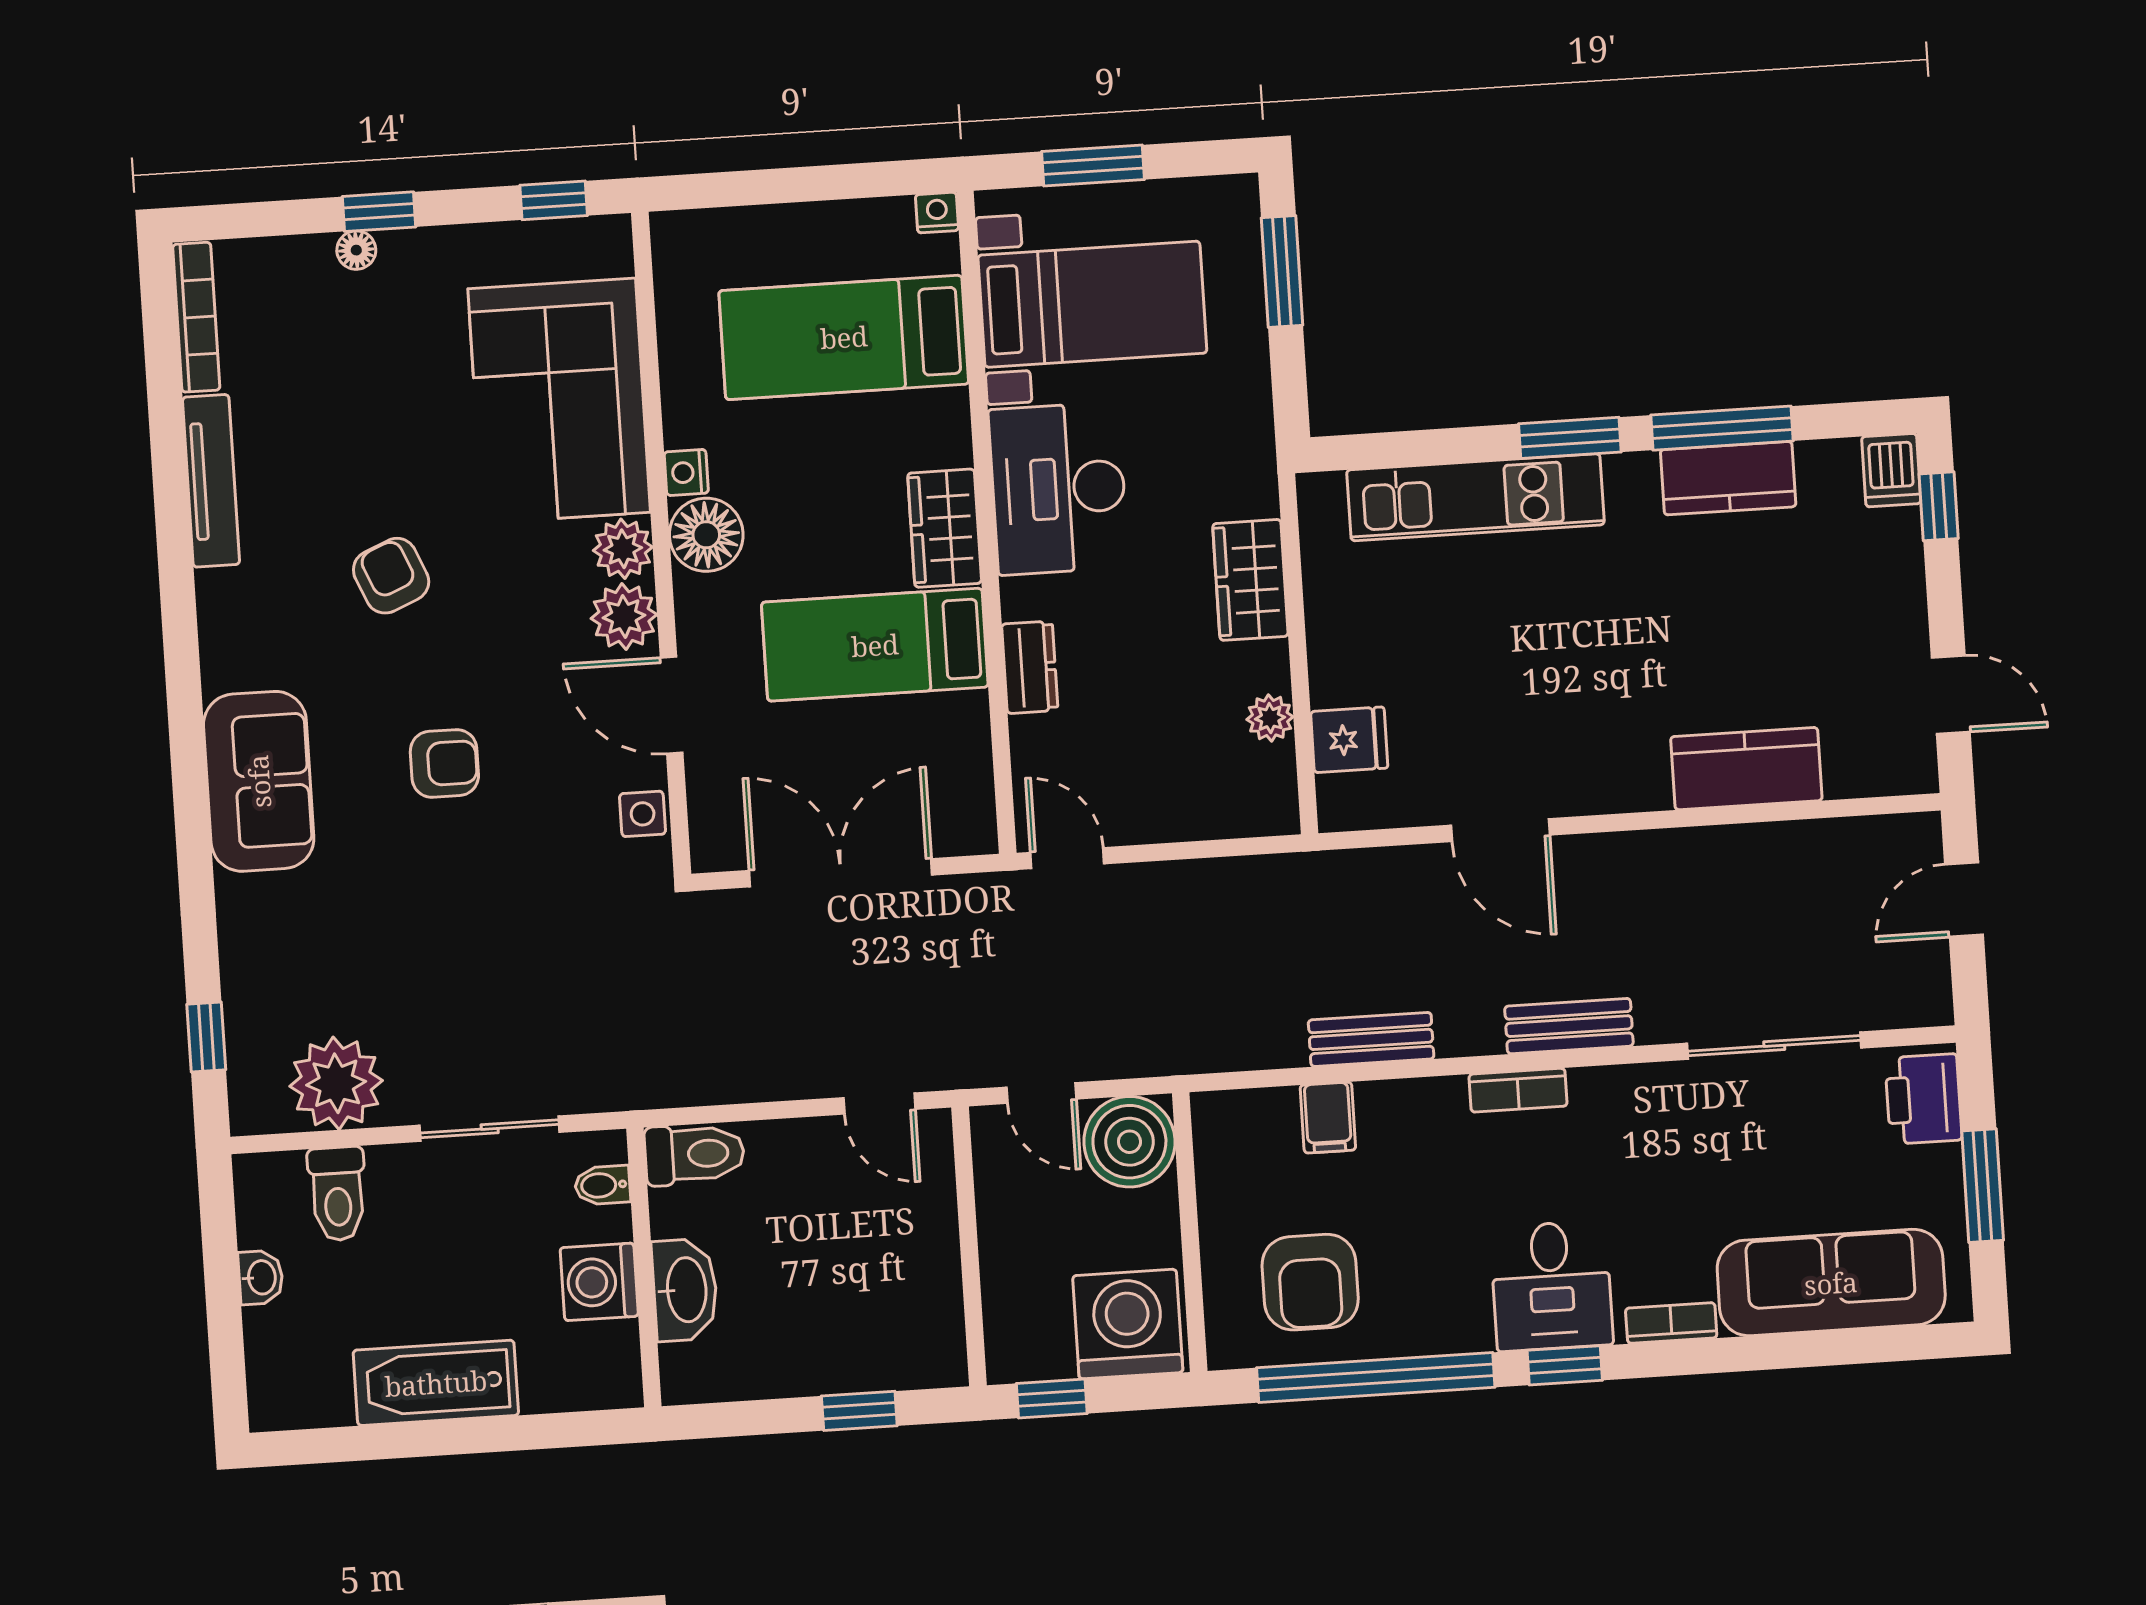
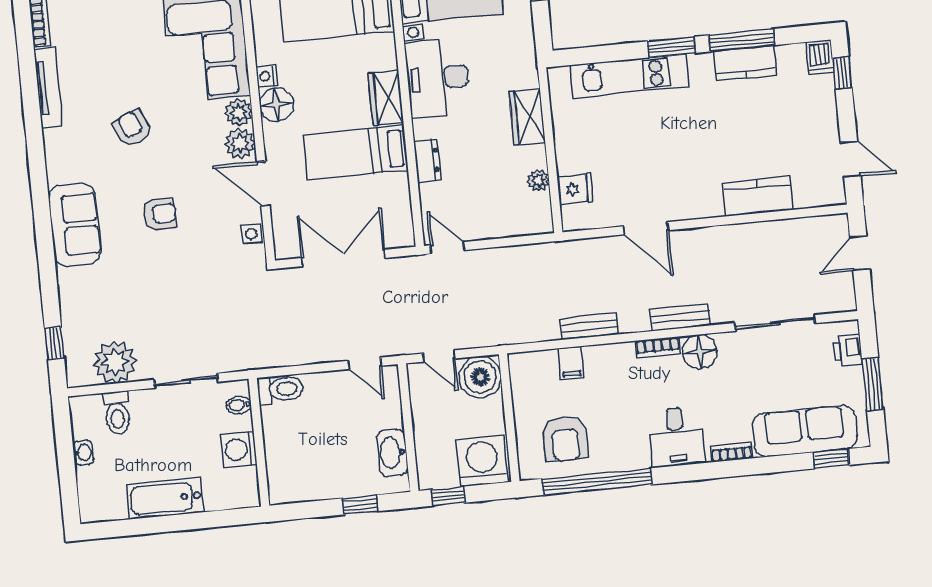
printer: (1923, 1099) -> (848, 350), width x0.73, depth x0.81
floor lamp: (1609, 1102) -> (700, 352), added
washbasin: (685, 1290) -> (392, 453), moved, turned 180
window: (1565, 1365) -> (831, 459), moved

